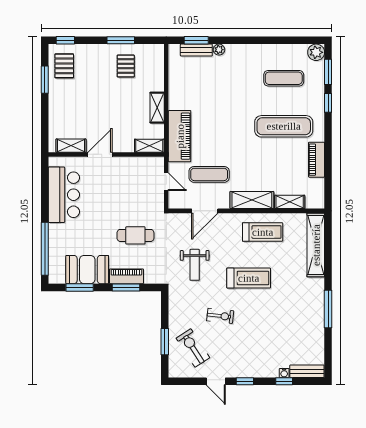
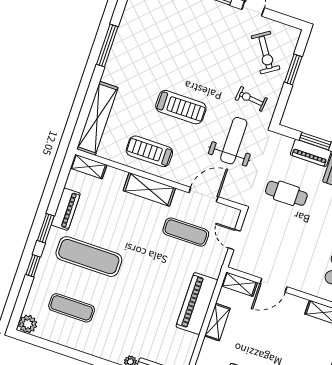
window: (328, 72) -> (46, 228), moved
piano: (180, 136) -> (197, 304), moved
door: (100, 154) -> (273, 285), moved
shelving: (290, 202) -> (89, 167), moved
weight bench: (195, 265) -> (234, 141), width x1.36, depth x1.33
treadmill: (249, 278) -> (181, 107), turned 180
exercise bike: (220, 316) -> (251, 99), moved

